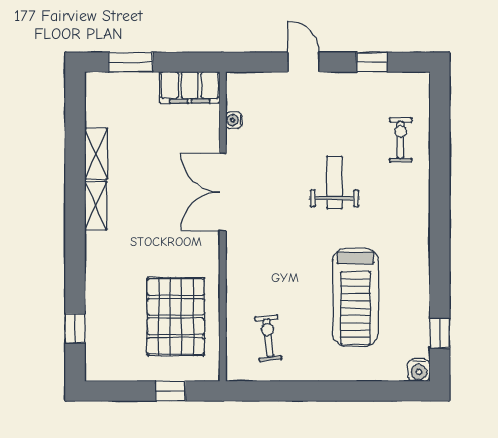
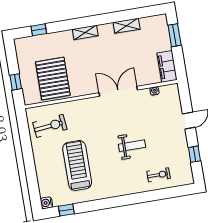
shelving: (96, 206) -> (85, 32), moved
treadmill: (355, 297) -> (77, 165), turned 90
pallet: (176, 317) -> (53, 78), turned 90
exercise bike: (268, 338) -> (50, 126), width x1.38, depth x1.39

